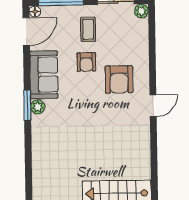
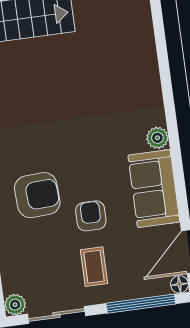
armchair: (119, 79) -> (37, 195), turned 87
window: (27, 105) -> (174, 139), removed

